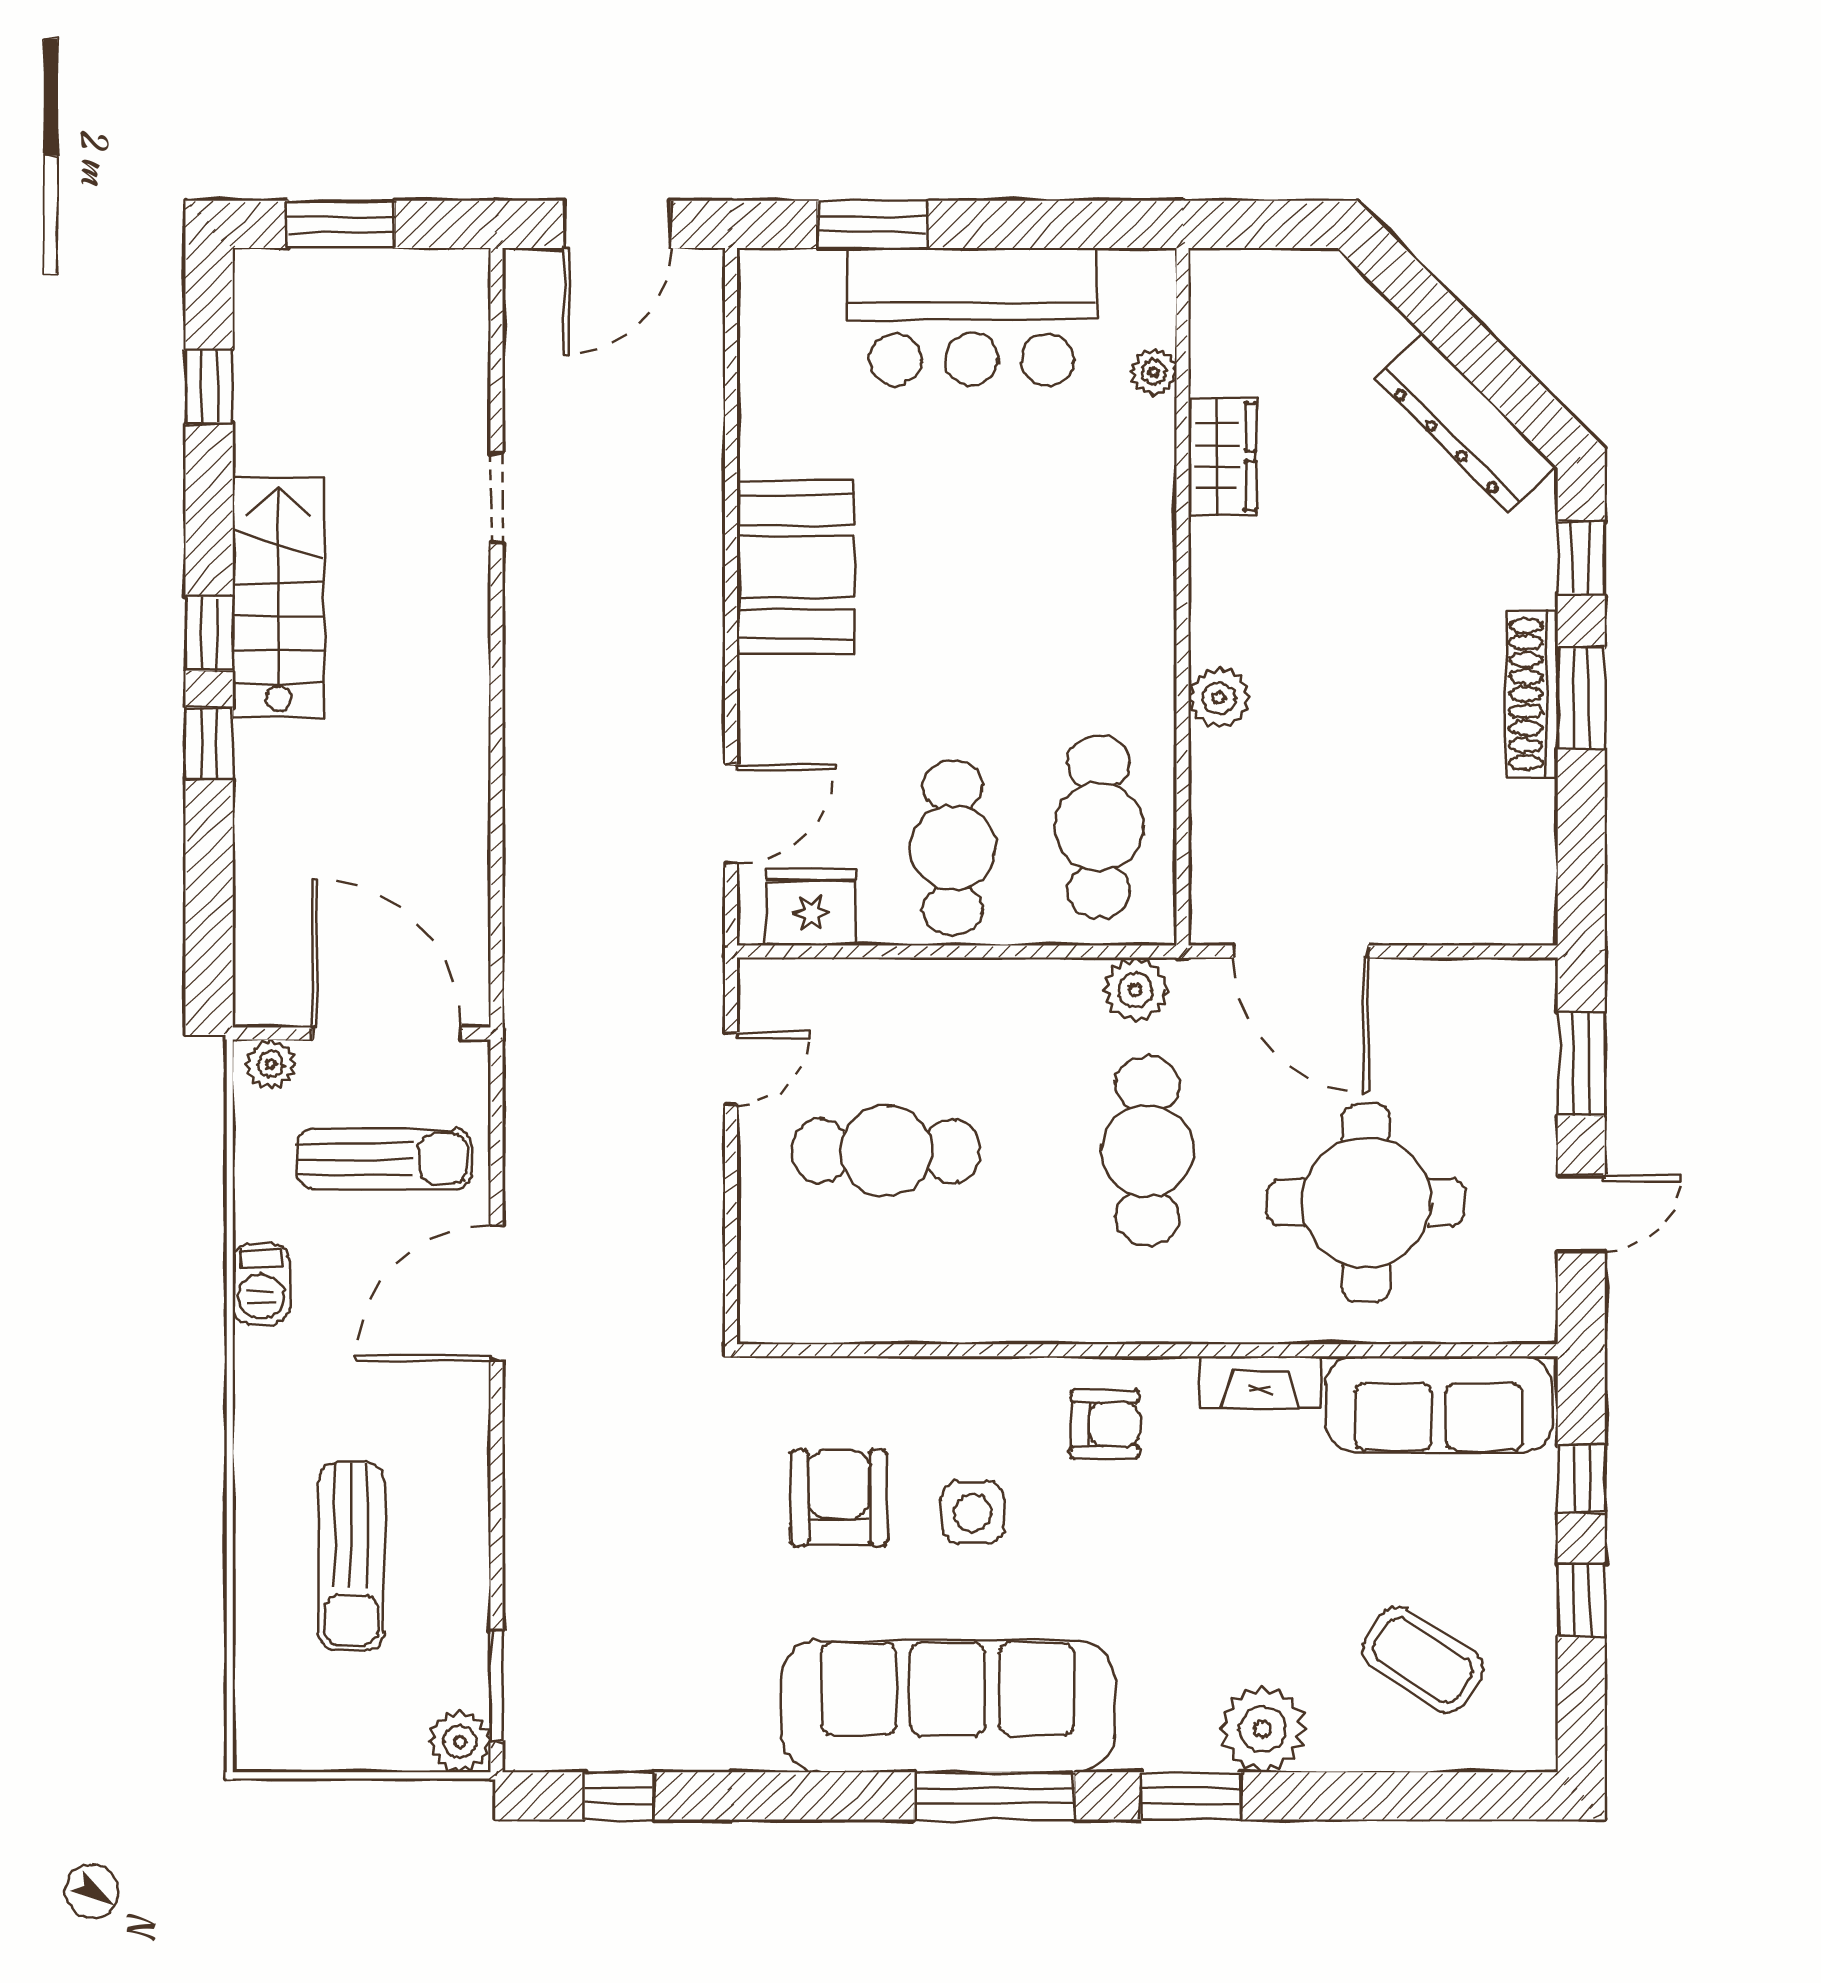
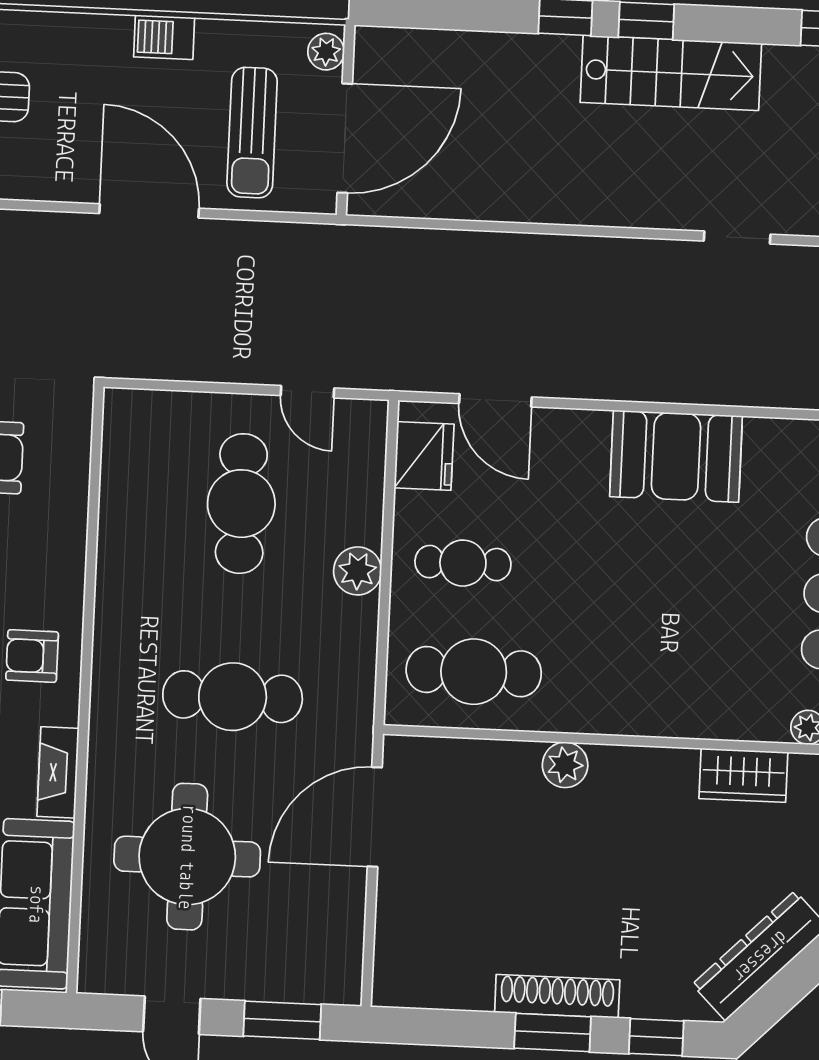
cafe table: (953, 848) -> (463, 563), width x0.73, depth x0.74
plant: (1136, 990) -> (358, 571), moved
armchair: (1105, 1424) -> (32, 656), turned 90

